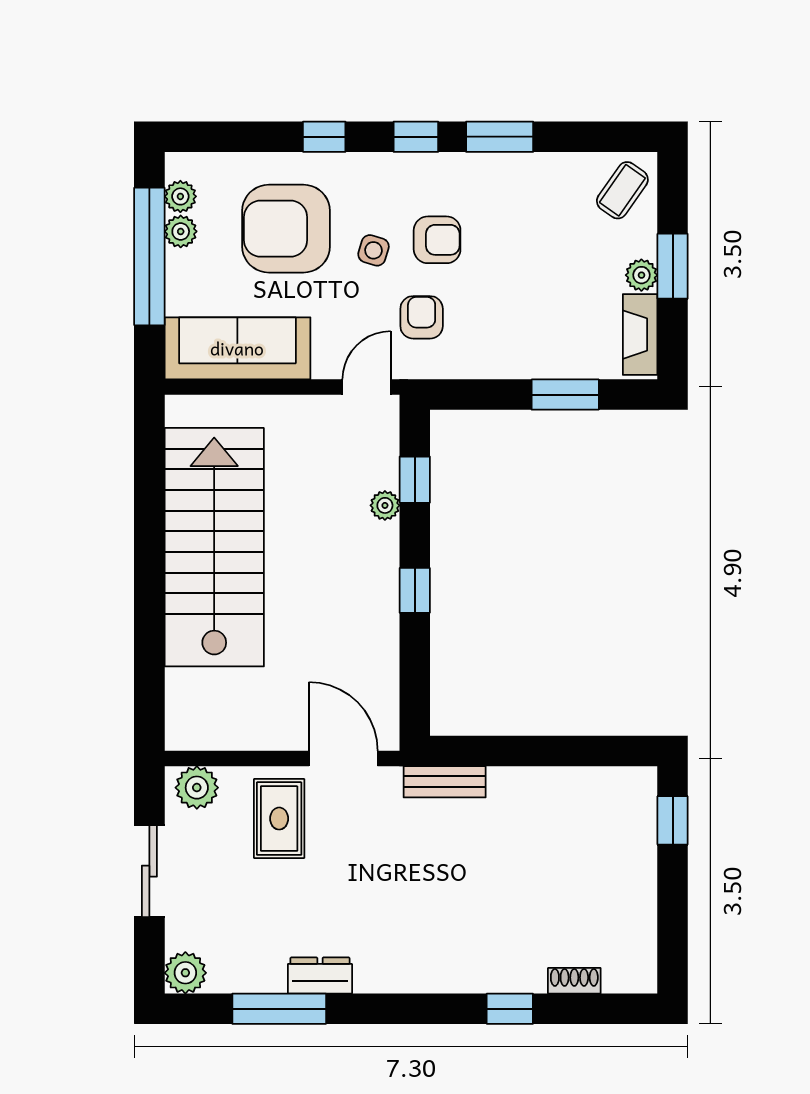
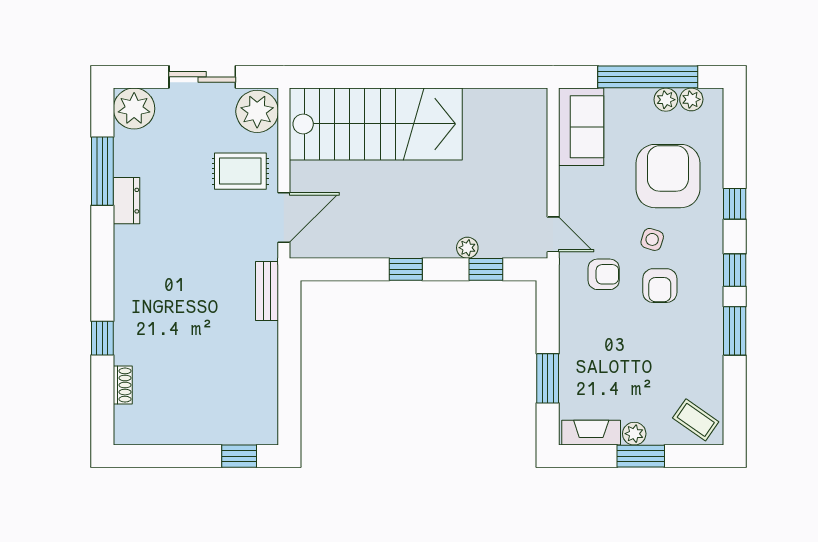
sofa: (237, 348) -> (581, 127), width x0.73
stairs: (214, 547) -> (376, 124), moved
plant: (197, 788) -> (257, 111), width x1.36, depth x1.36
plant: (185, 973) -> (134, 109), width x1.36, depth x1.36

